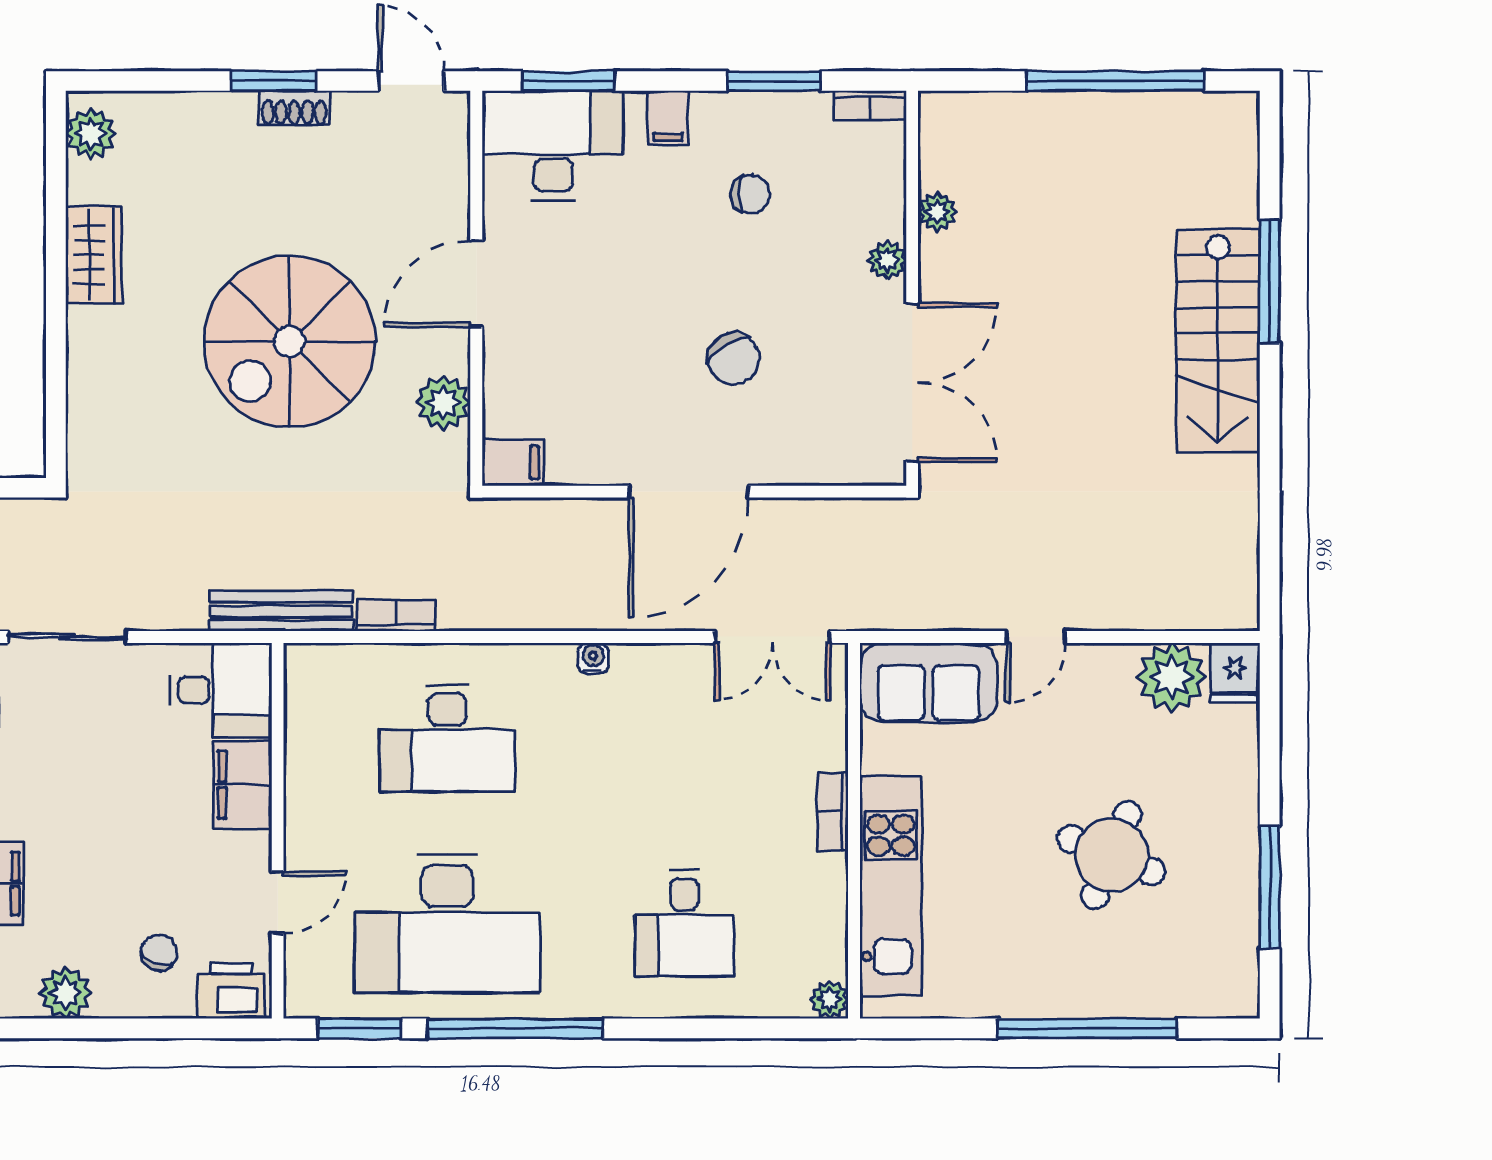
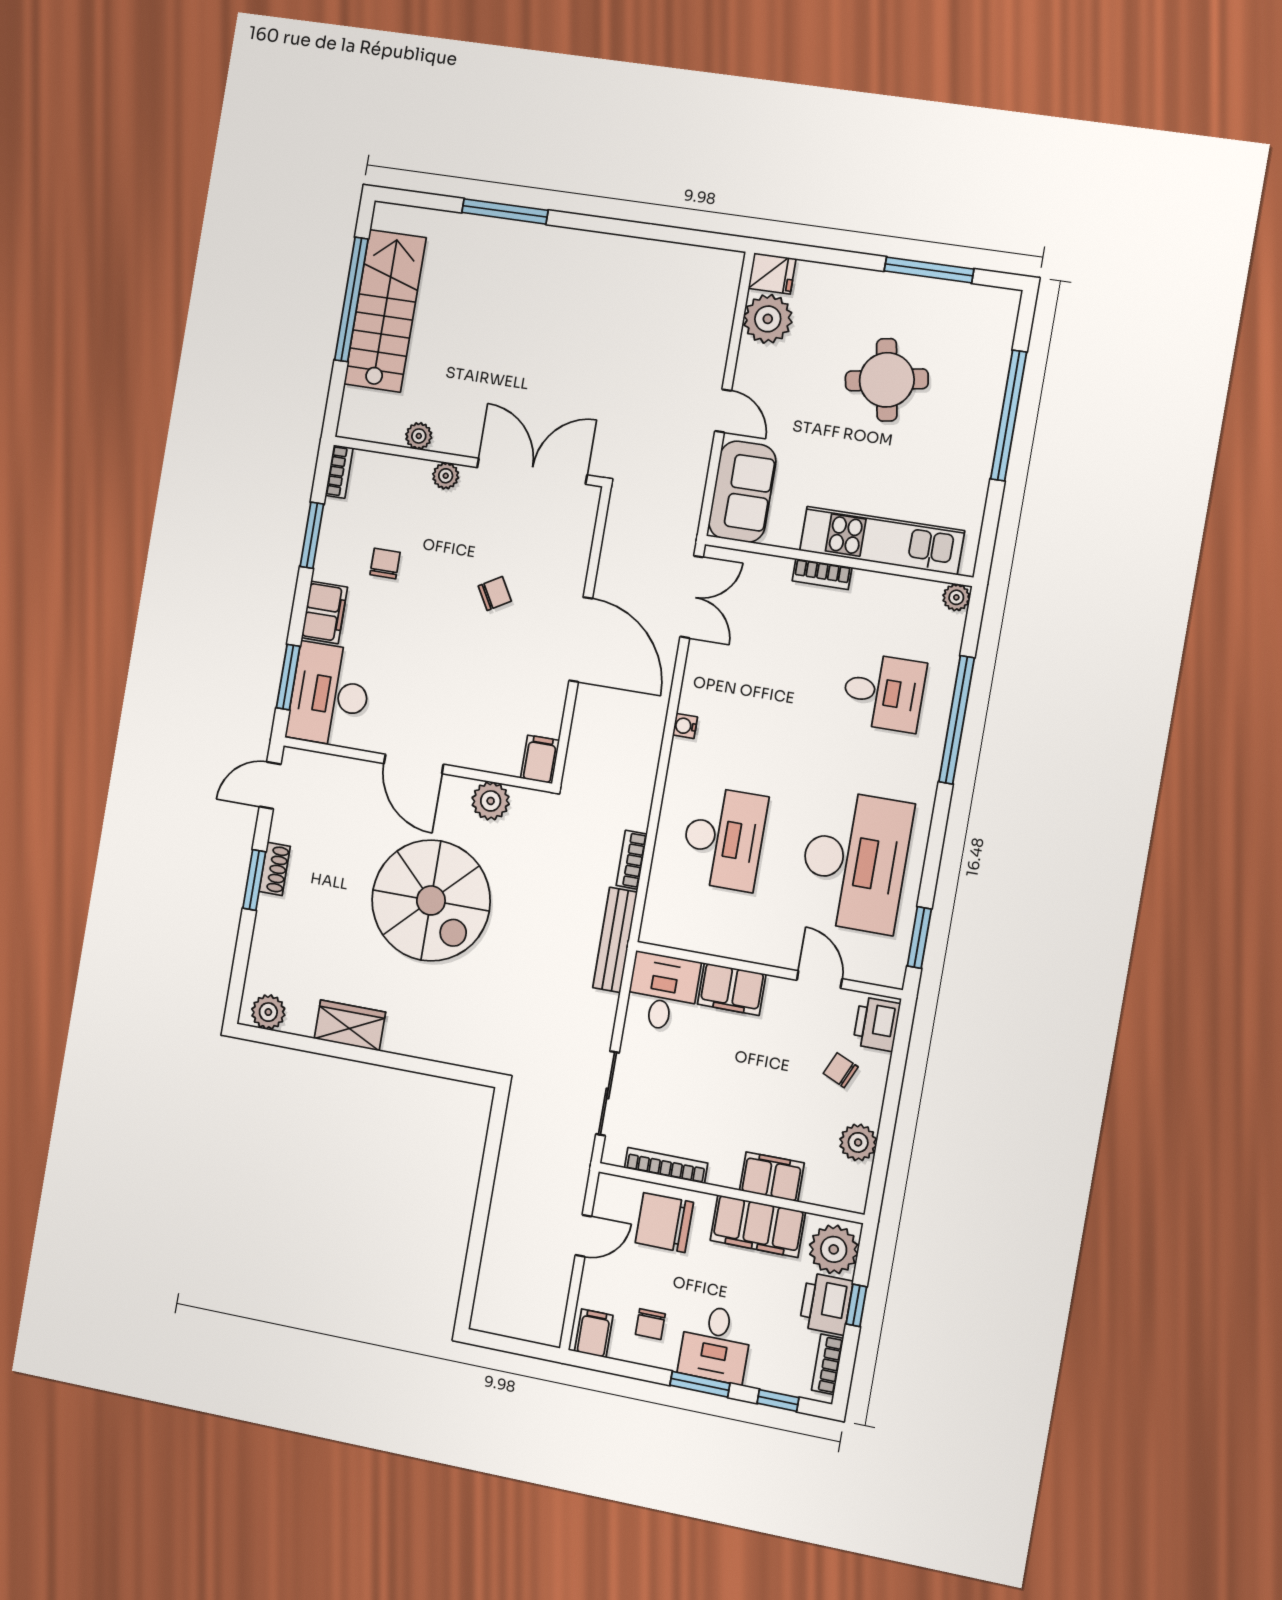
filing cabinet: (668, 118) -> (324, 612), width x2.00
stairs: (1218, 341) -> (385, 311), moved, turned -90
chair: (734, 359) -> (495, 593), width x0.73, depth x0.73
round table: (1111, 855) -> (887, 380), turned -32
window: (515, 1028) -> (957, 720), moved

